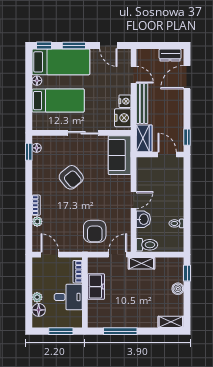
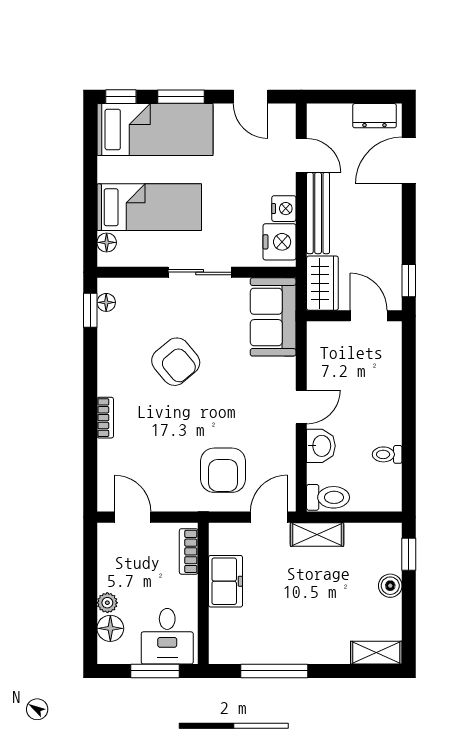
floor lamp: (37, 81) -> (107, 242), moved
plant: (37, 221) -> (107, 450), removed
desk: (68, 297) -> (167, 636), moved, turned 90

